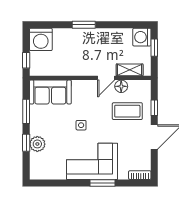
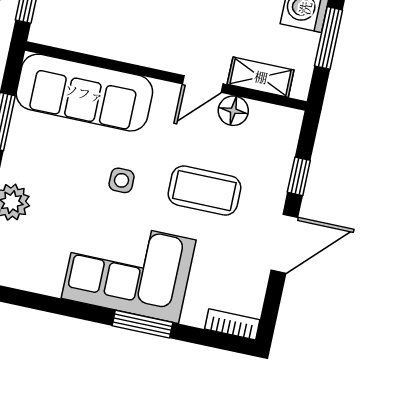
window: (154, 48) -> (329, 38), width x1.50
sofa: (50, 92) -> (84, 93), width x1.36
coffee table: (127, 111) -> (204, 191), moved

